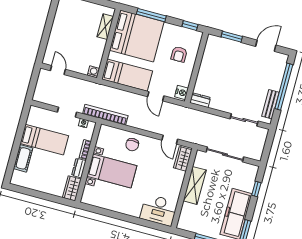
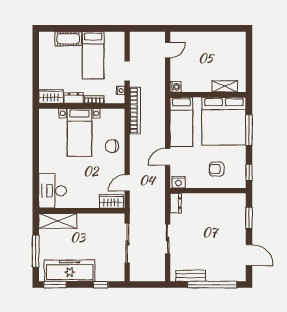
sliding door: (244, 120) -> (168, 239), moved
shelving: (195, 185) -> (58, 221), moved

